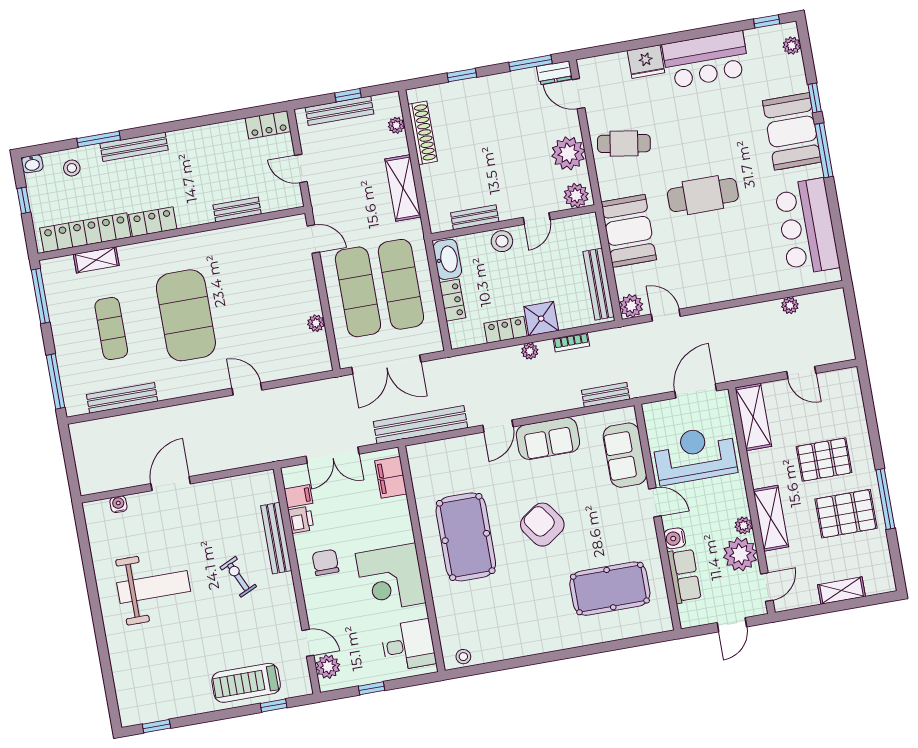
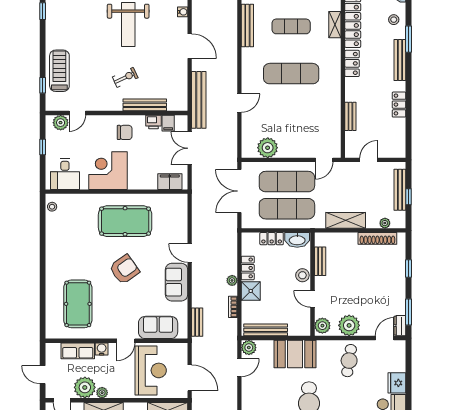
locker: (268, 125) -> (399, 105), moved
exercise mat: (186, 315) -> (291, 74), width x0.68
plant: (316, 323) -> (268, 148), width x1.88, depth x1.88
bench: (420, 425) -> (199, 100), moved

